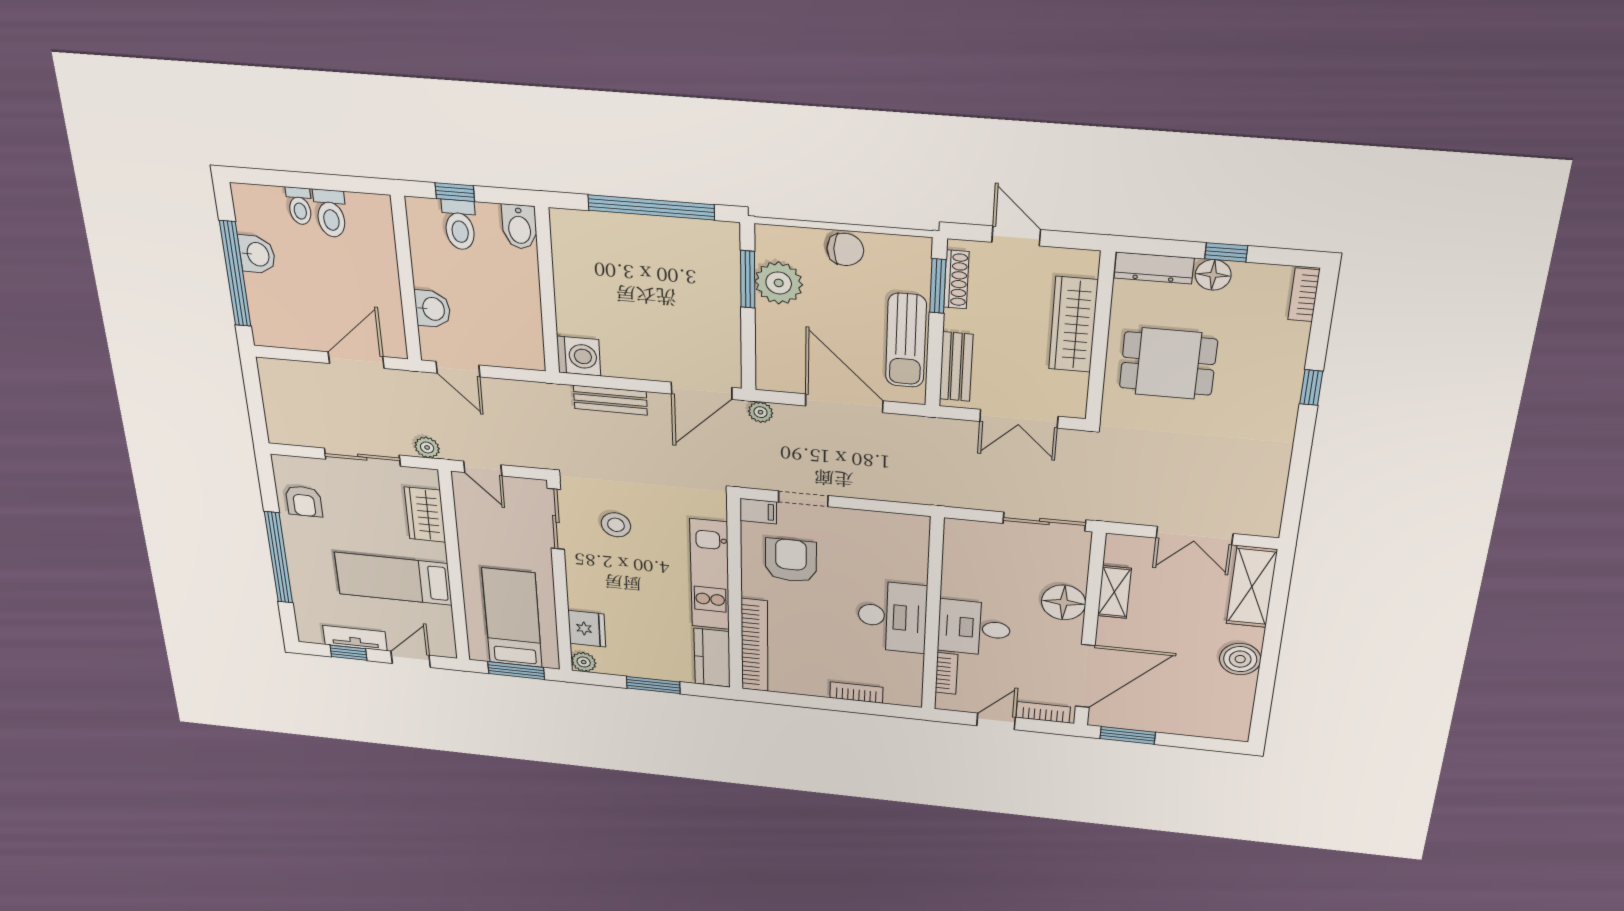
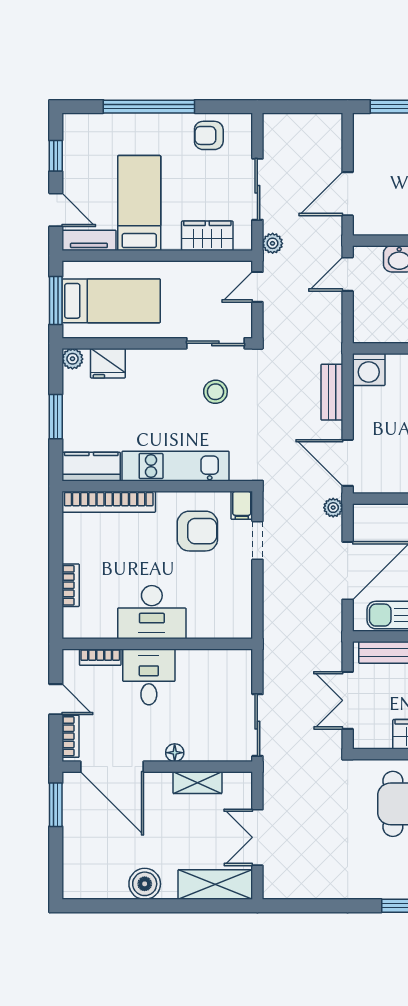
door: (356, 360) -> (348, 194), swing flipped
floor lamp: (1064, 602) -> (175, 753), width x0.53, depth x0.53
tv unit: (355, 638) -> (89, 240), moved, turned -90

